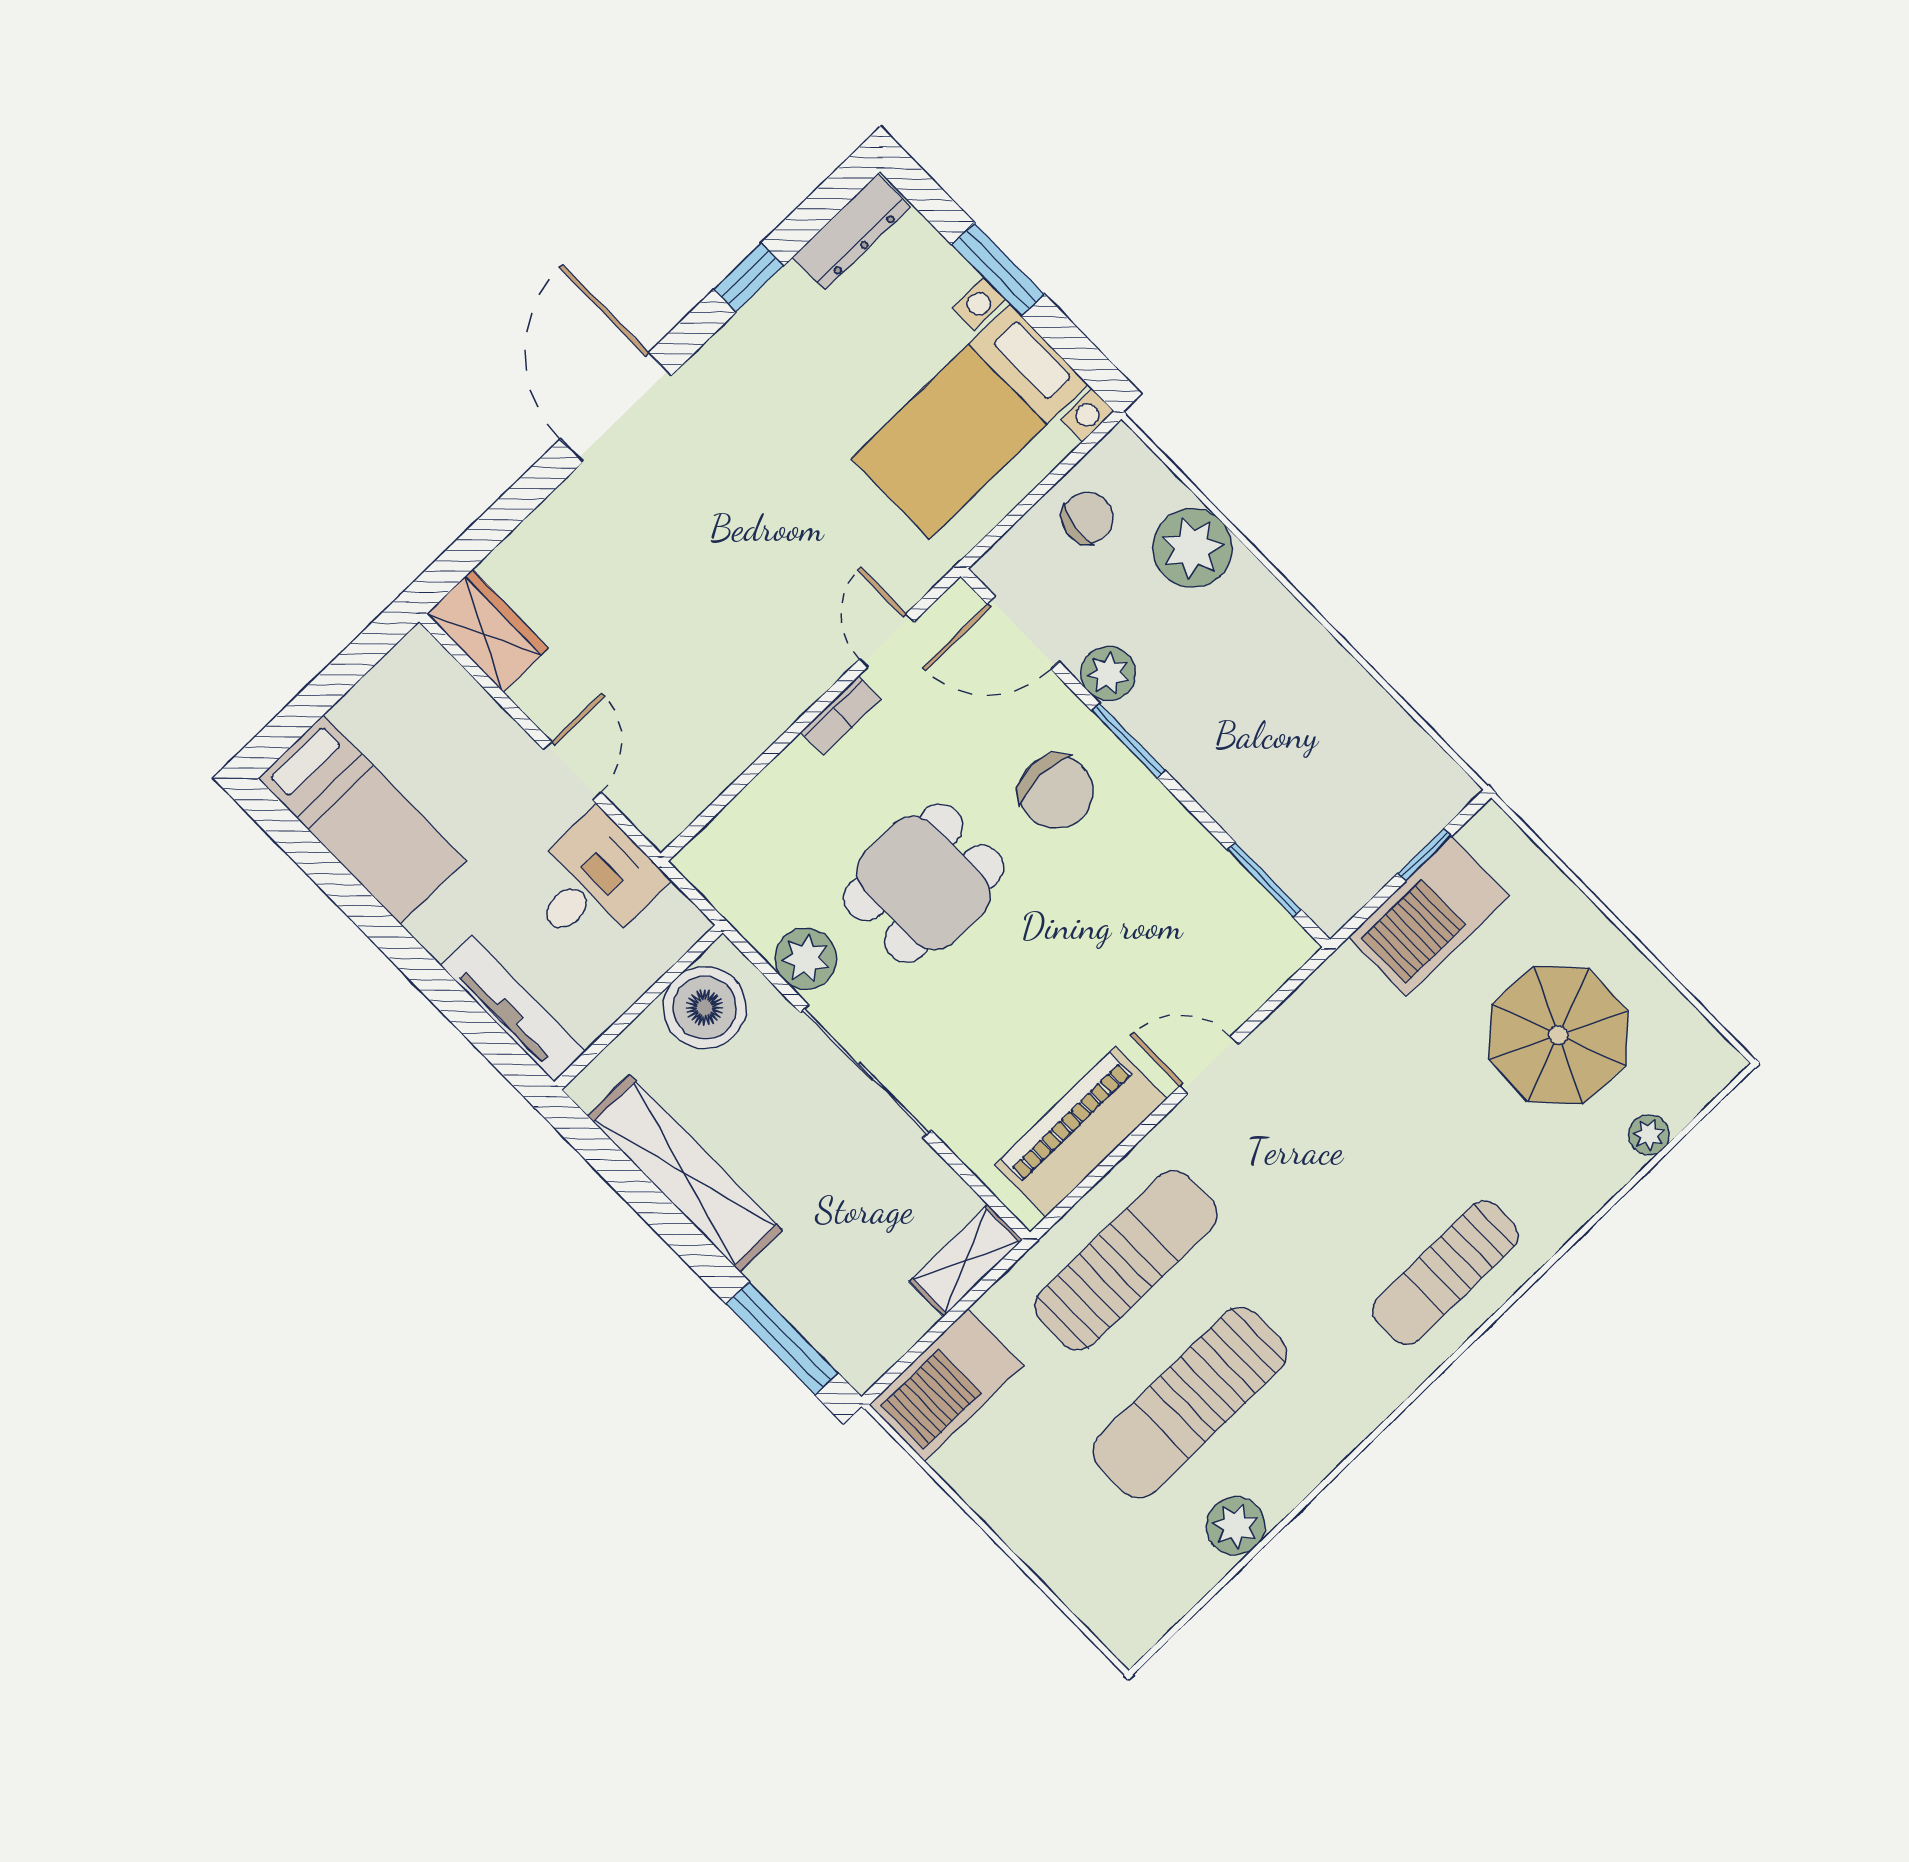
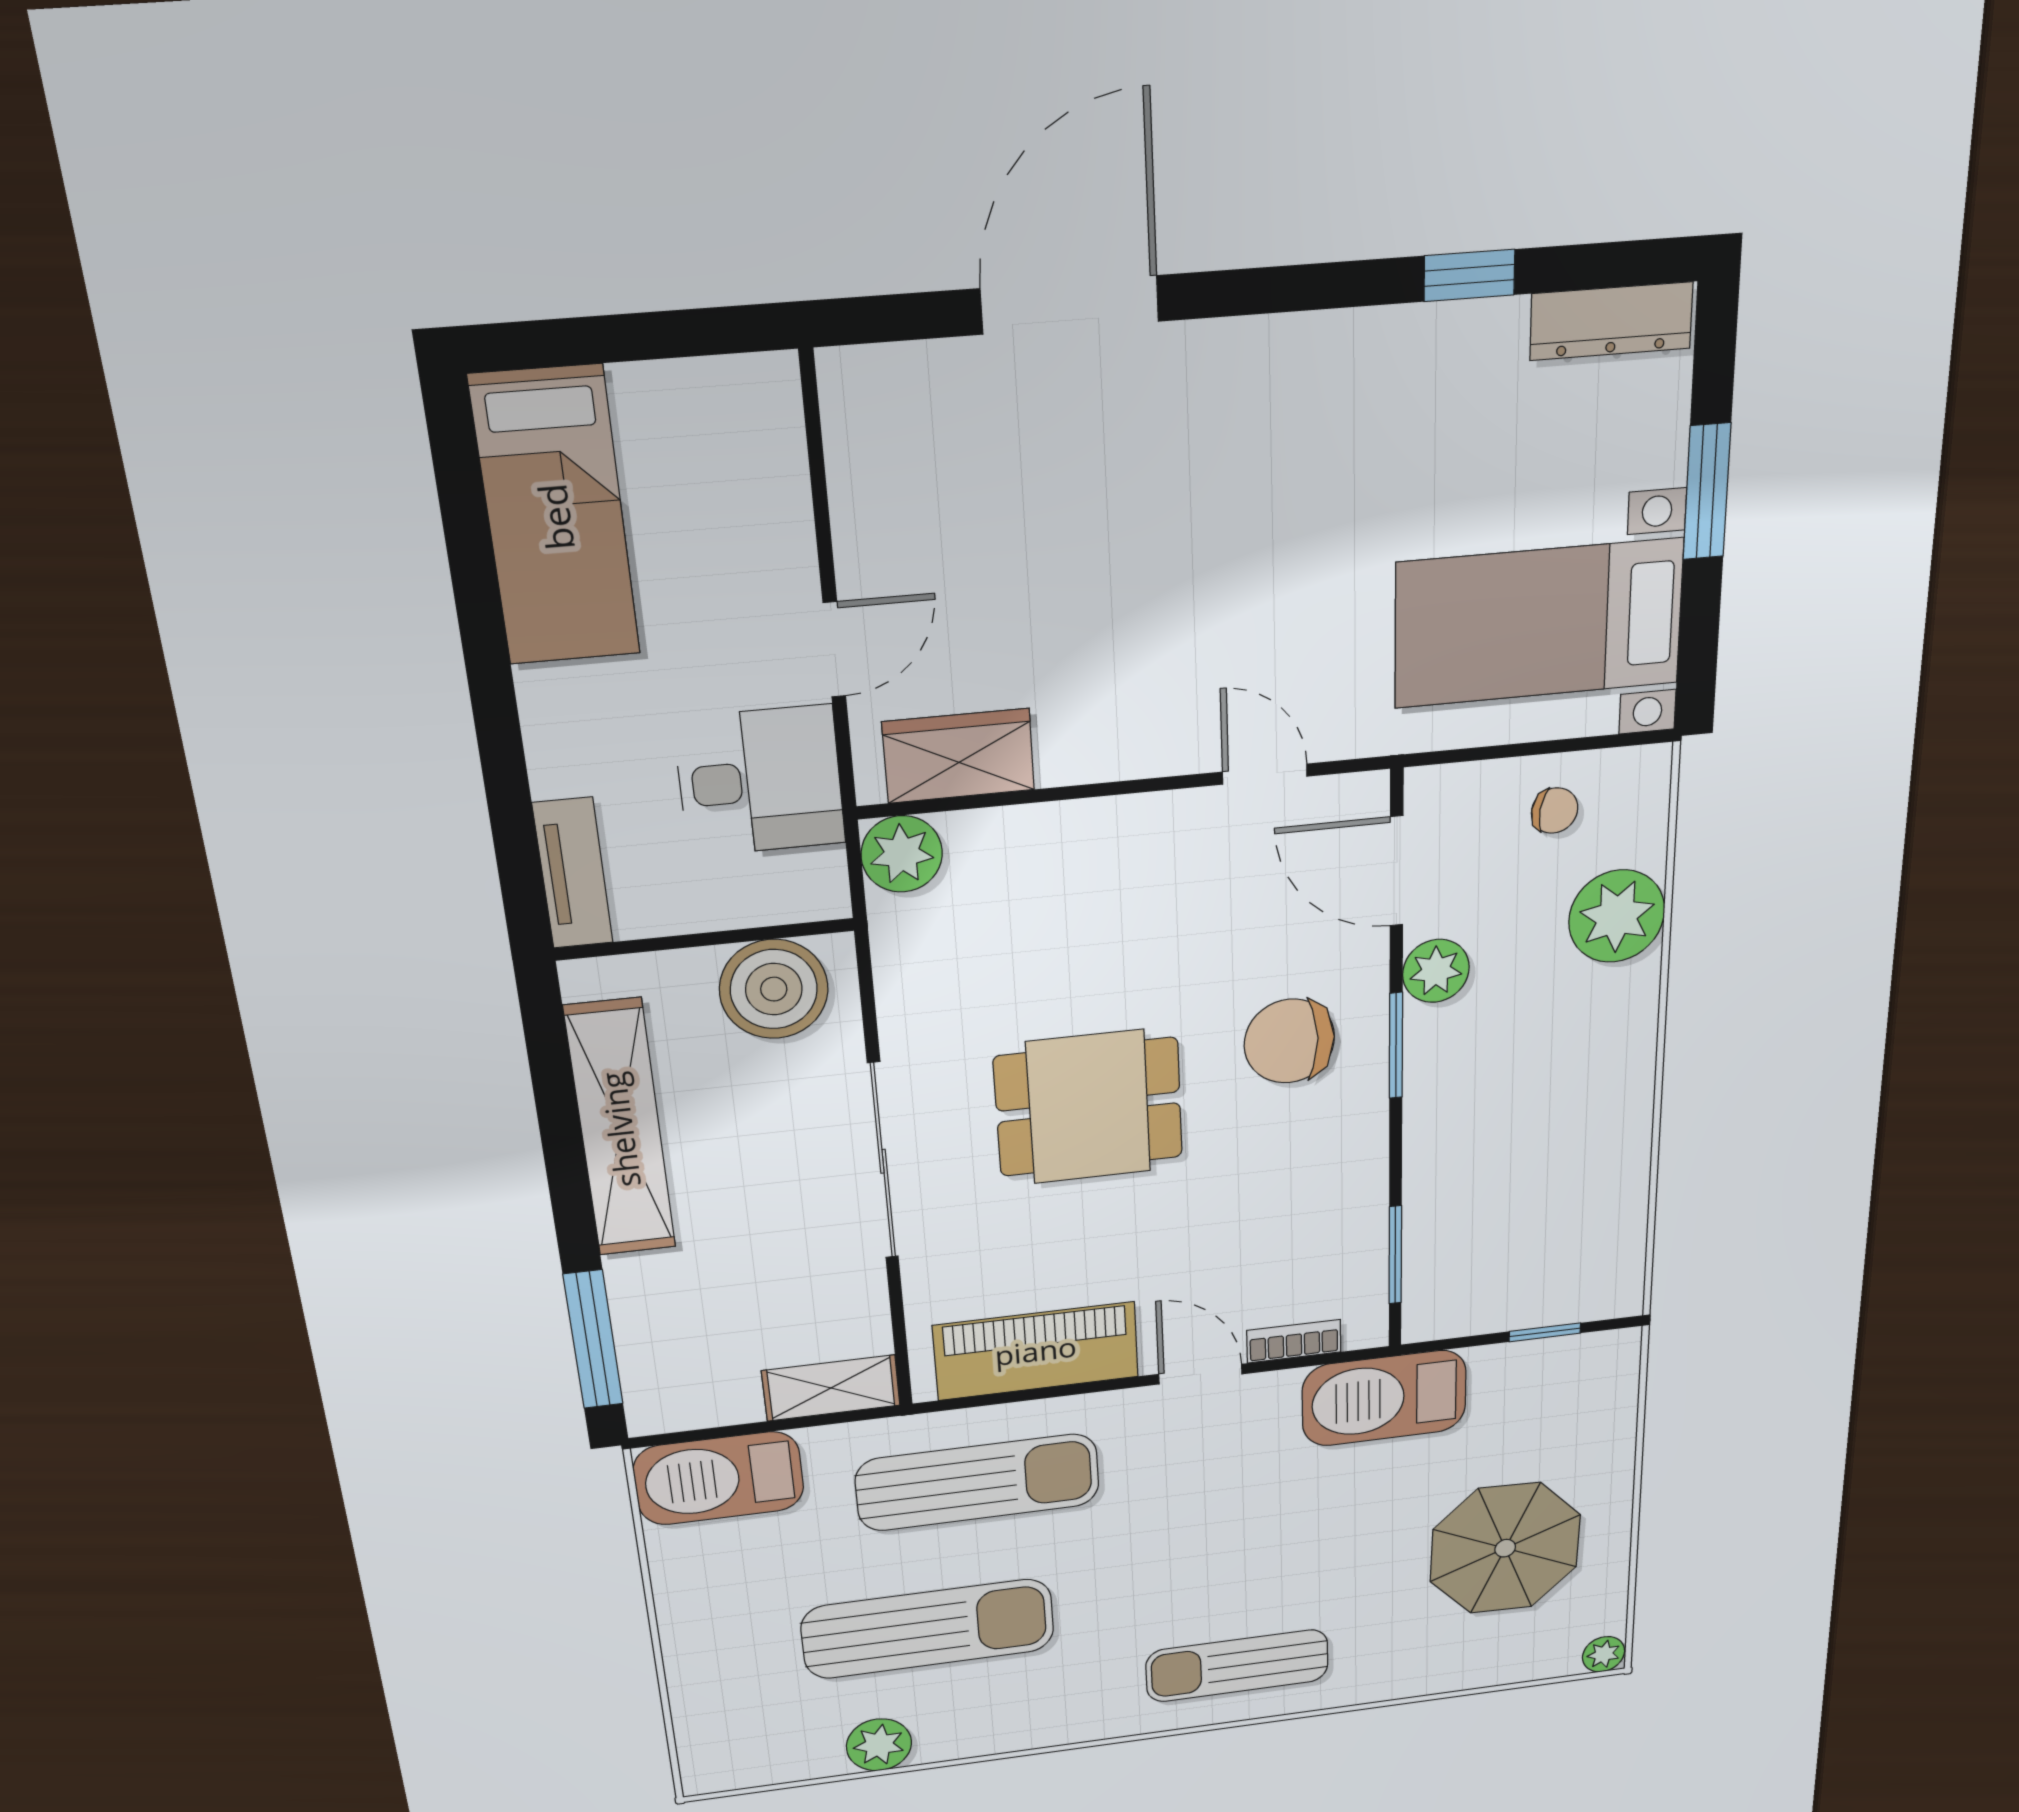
door: (616, 407) -> (1070, 305), moved
chair: (1087, 518) -> (1555, 811), width x0.73, depth x0.73
wardrobe: (488, 631) -> (959, 756), moved, turned -90
door: (887, 640) -> (1265, 774), hinge flipped
bookcase: (841, 715) -> (1294, 1341), moved, turned 180
chair: (1056, 792) -> (1289, 1041), turned 90
dining table: (924, 883) -> (1089, 1107), moved
barbecue: (1429, 916) -> (1384, 1398), moved
plant: (806, 959) -> (902, 854), moved
tv unit: (513, 1008) -> (573, 873), width x0.71
plant: (1649, 1135) -> (1604, 1654), moved
sun lounger: (1190, 1403) -> (928, 1629), turned 180

